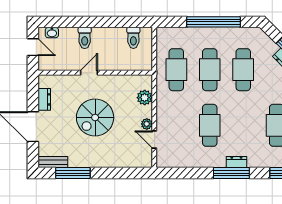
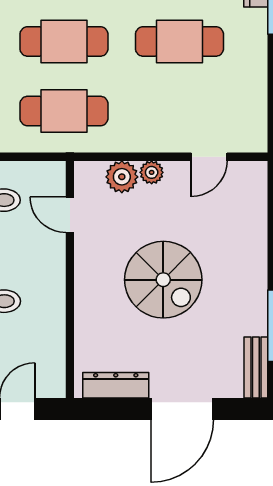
door: (89, 73) -> (70, 215), moved
dresser: (44, 99) -> (116, 385), width x1.44
plant: (147, 124) -> (152, 172), moved

